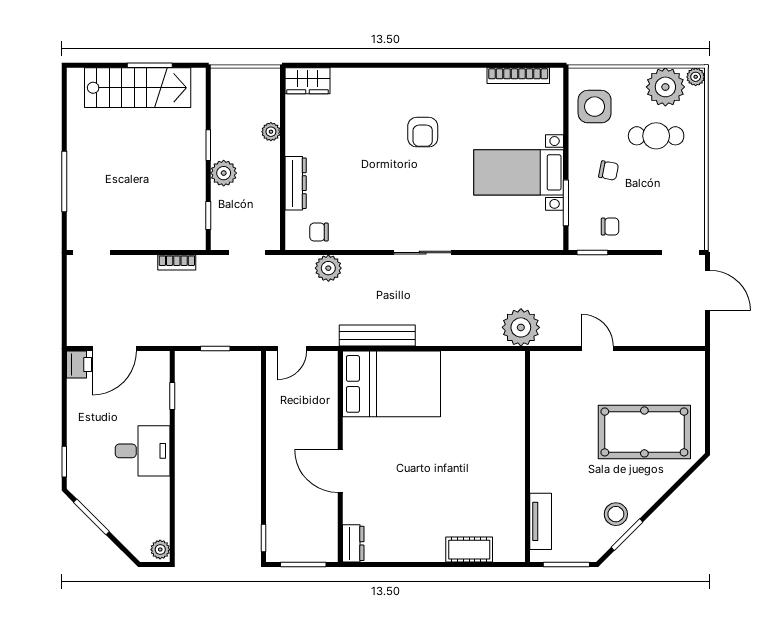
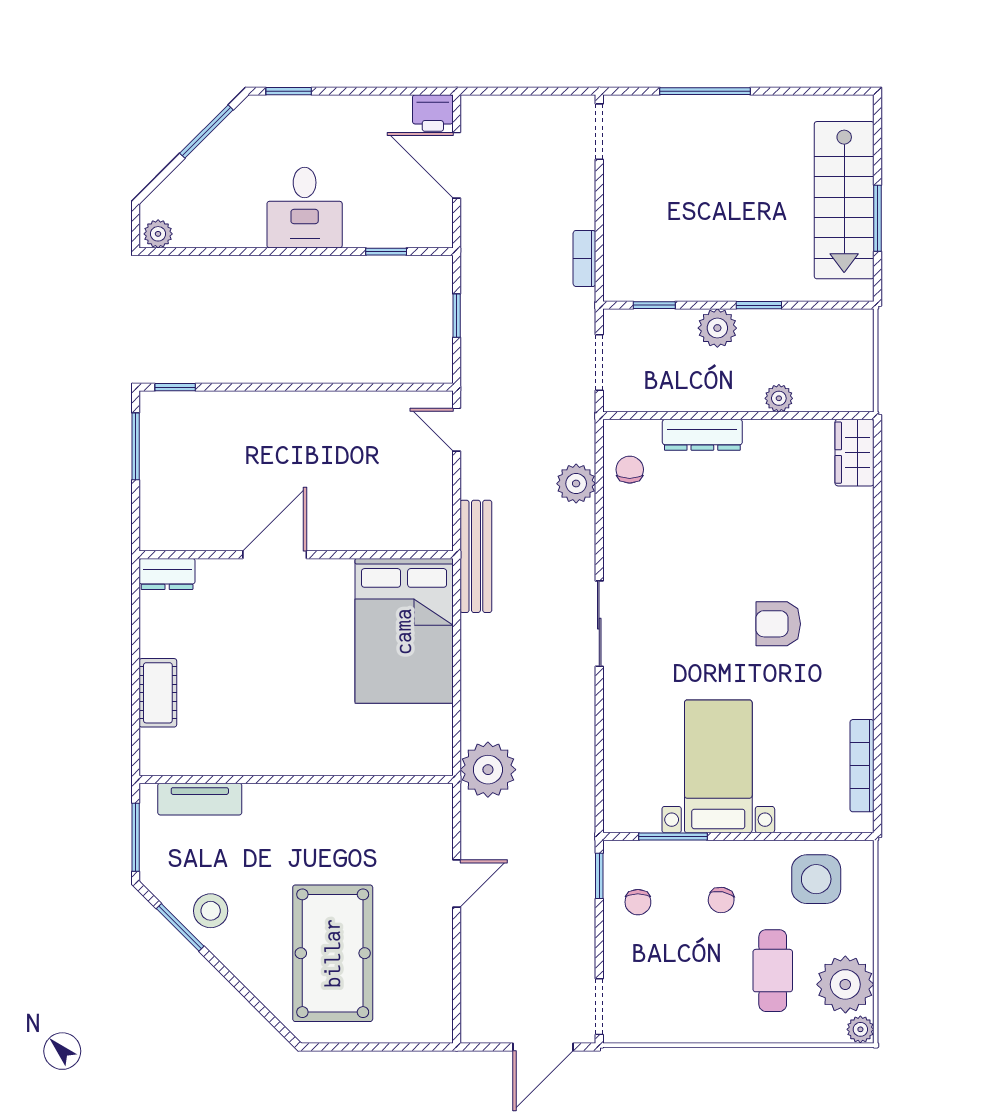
bed: (391, 384) -> (404, 631), moved
wall: (340, 457) -> (296, 555), moved
door: (340, 471) -> (275, 555), moved
dresser: (353, 543) -> (167, 574), moved

